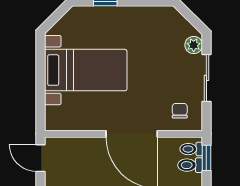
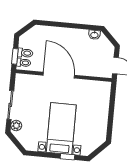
bed with nightstands: (86, 70) -> (61, 129), moved, turned 90
chair: (180, 111) -> (28, 86), removed

